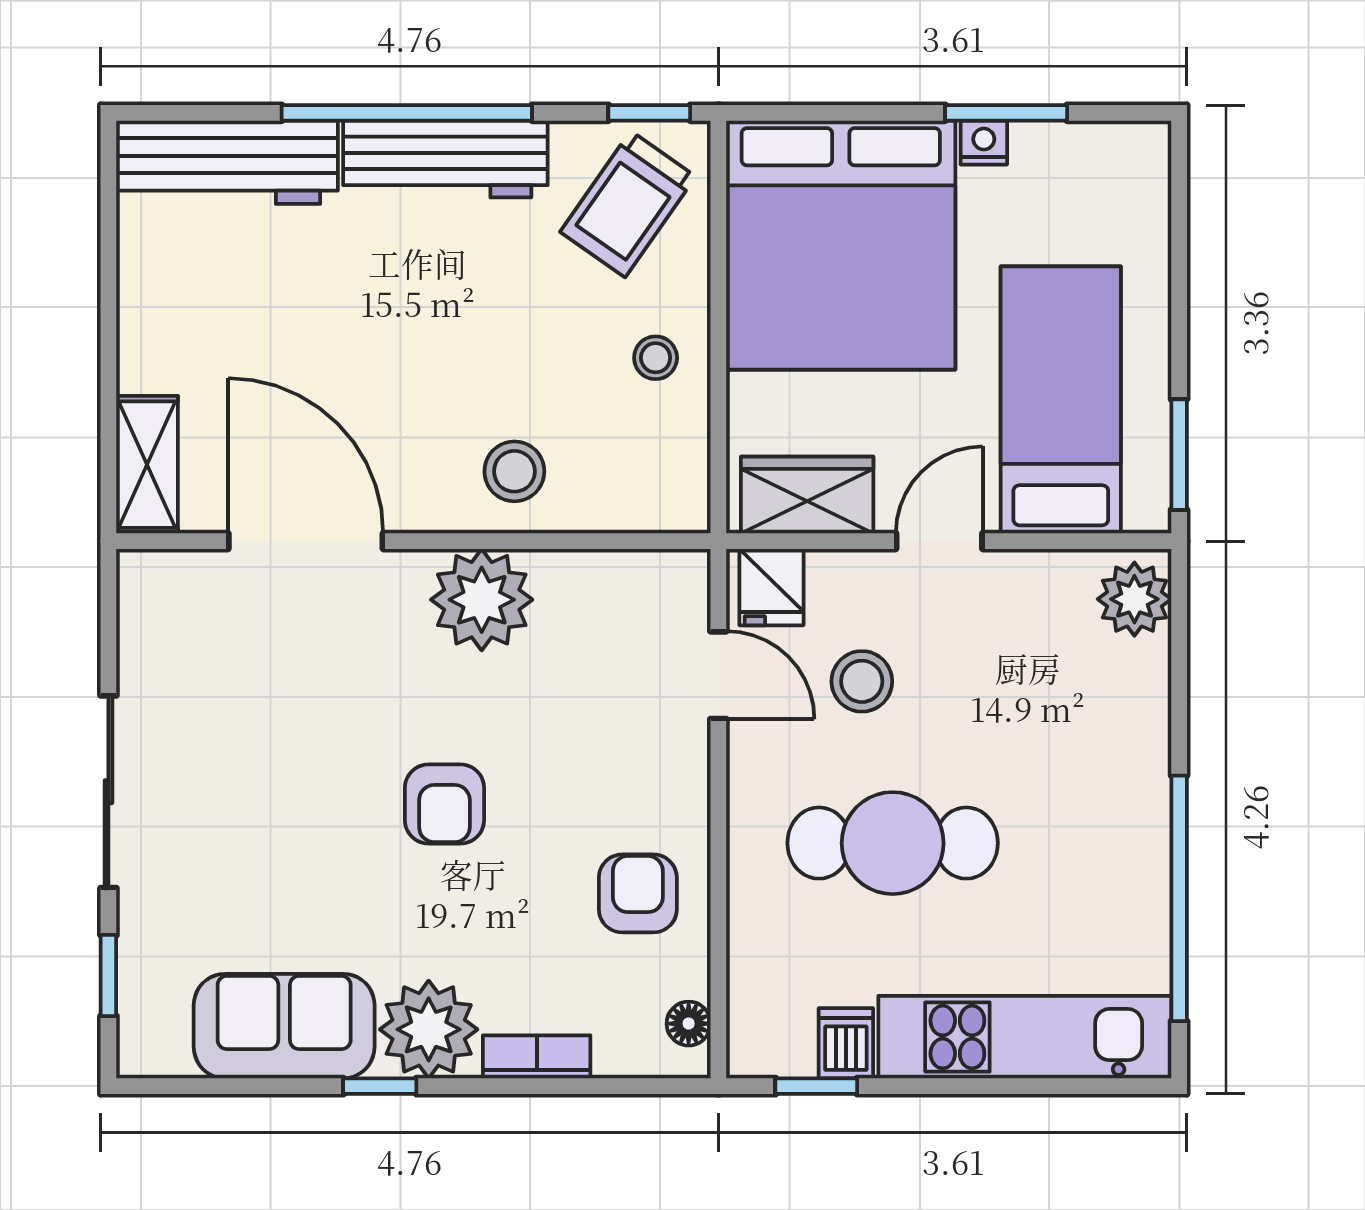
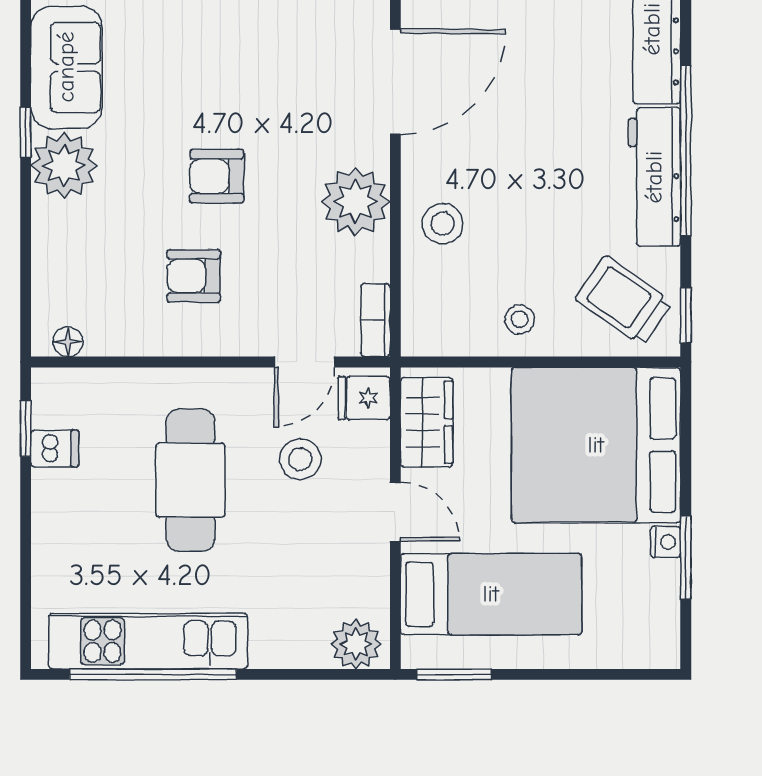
armchair: (638, 893) -> (194, 276), moved, turned 180
kitchen unit: (1025, 1037) -> (148, 641), moved, turned -90
bookcase: (537, 1057) -> (375, 320), moved, turned 180

